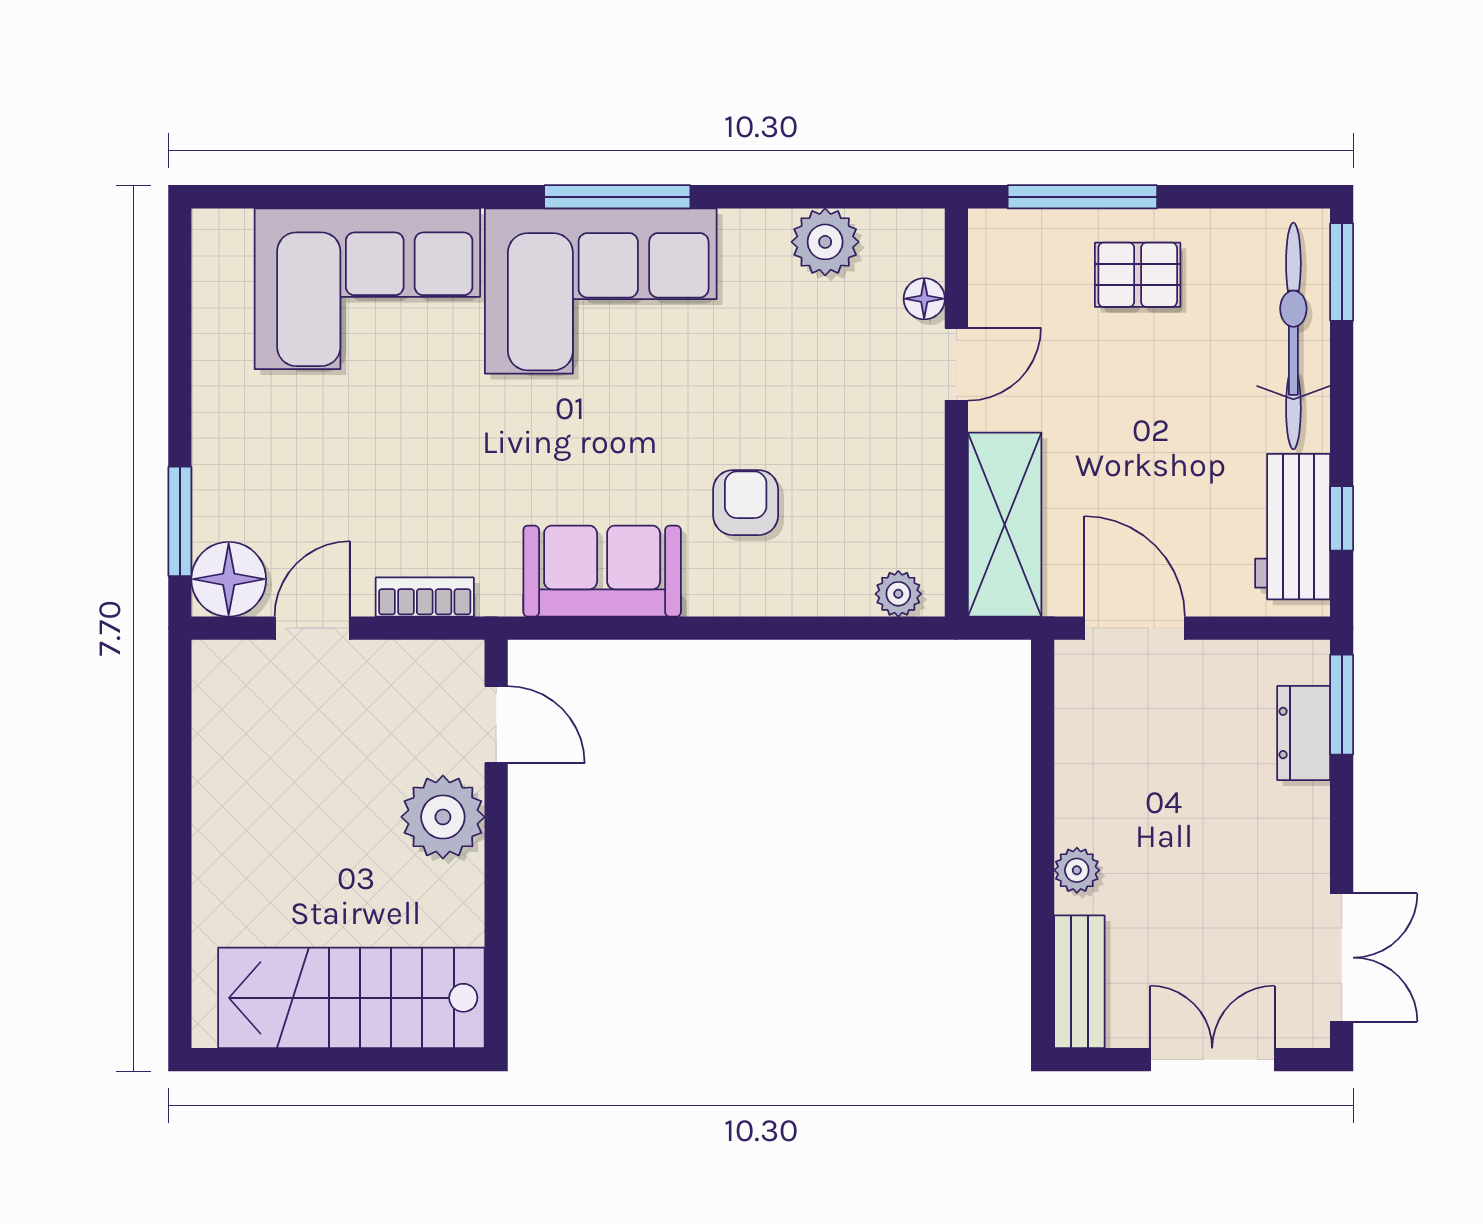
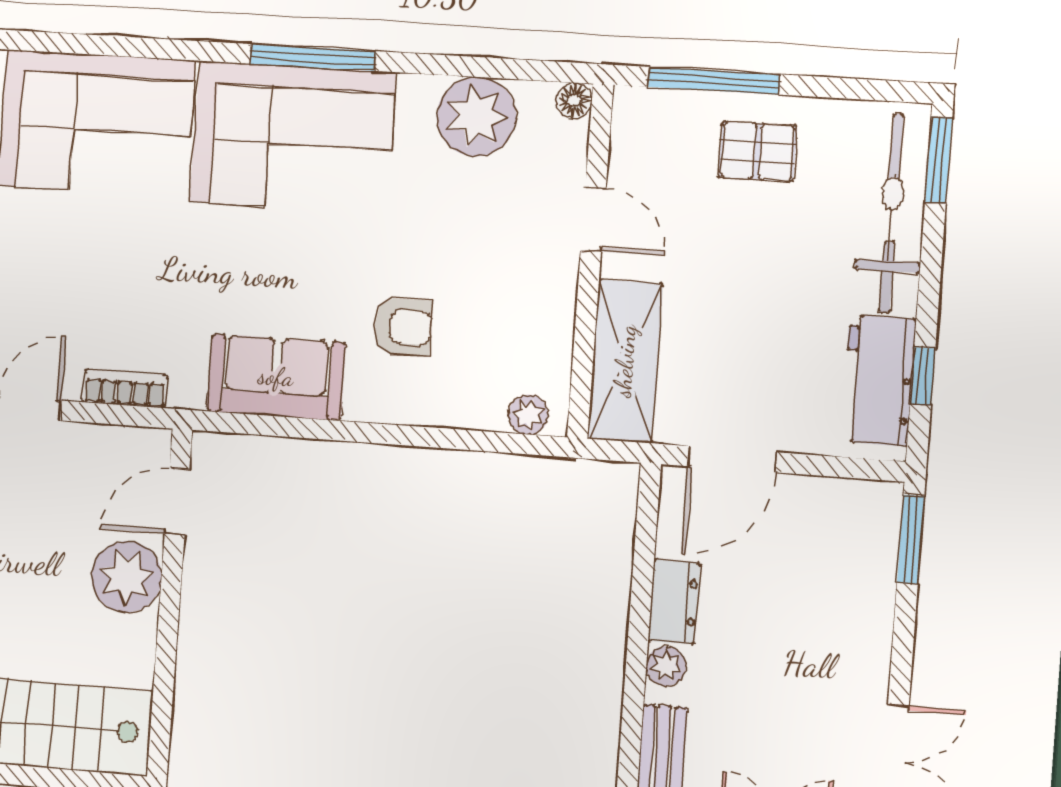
plant: (825, 242) -> (476, 117), width x1.36, depth x1.36
floor lamp: (924, 299) -> (574, 100), moved
door: (956, 364) -> (593, 219), hinge flipped
armchair: (746, 503) -> (403, 327), turned 90
door: (1135, 628) -> (732, 459), swing flipped
door: (496, 725) -> (177, 502), swing flipped
dresser: (1304, 733) -> (674, 602), moved, turned 180

